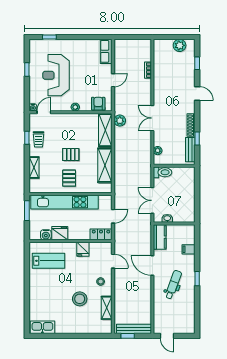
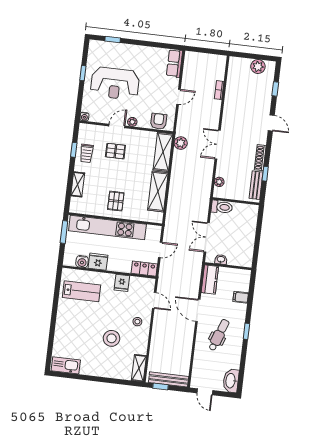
reception desk: (56, 75) -> (115, 83), turned -90
door: (44, 112) -> (117, 126), moved
pallet: (71, 155) -> (115, 151), moved
shelving: (107, 308) -> (139, 368), moved
washbasin: (189, 323) -> (231, 381), added

